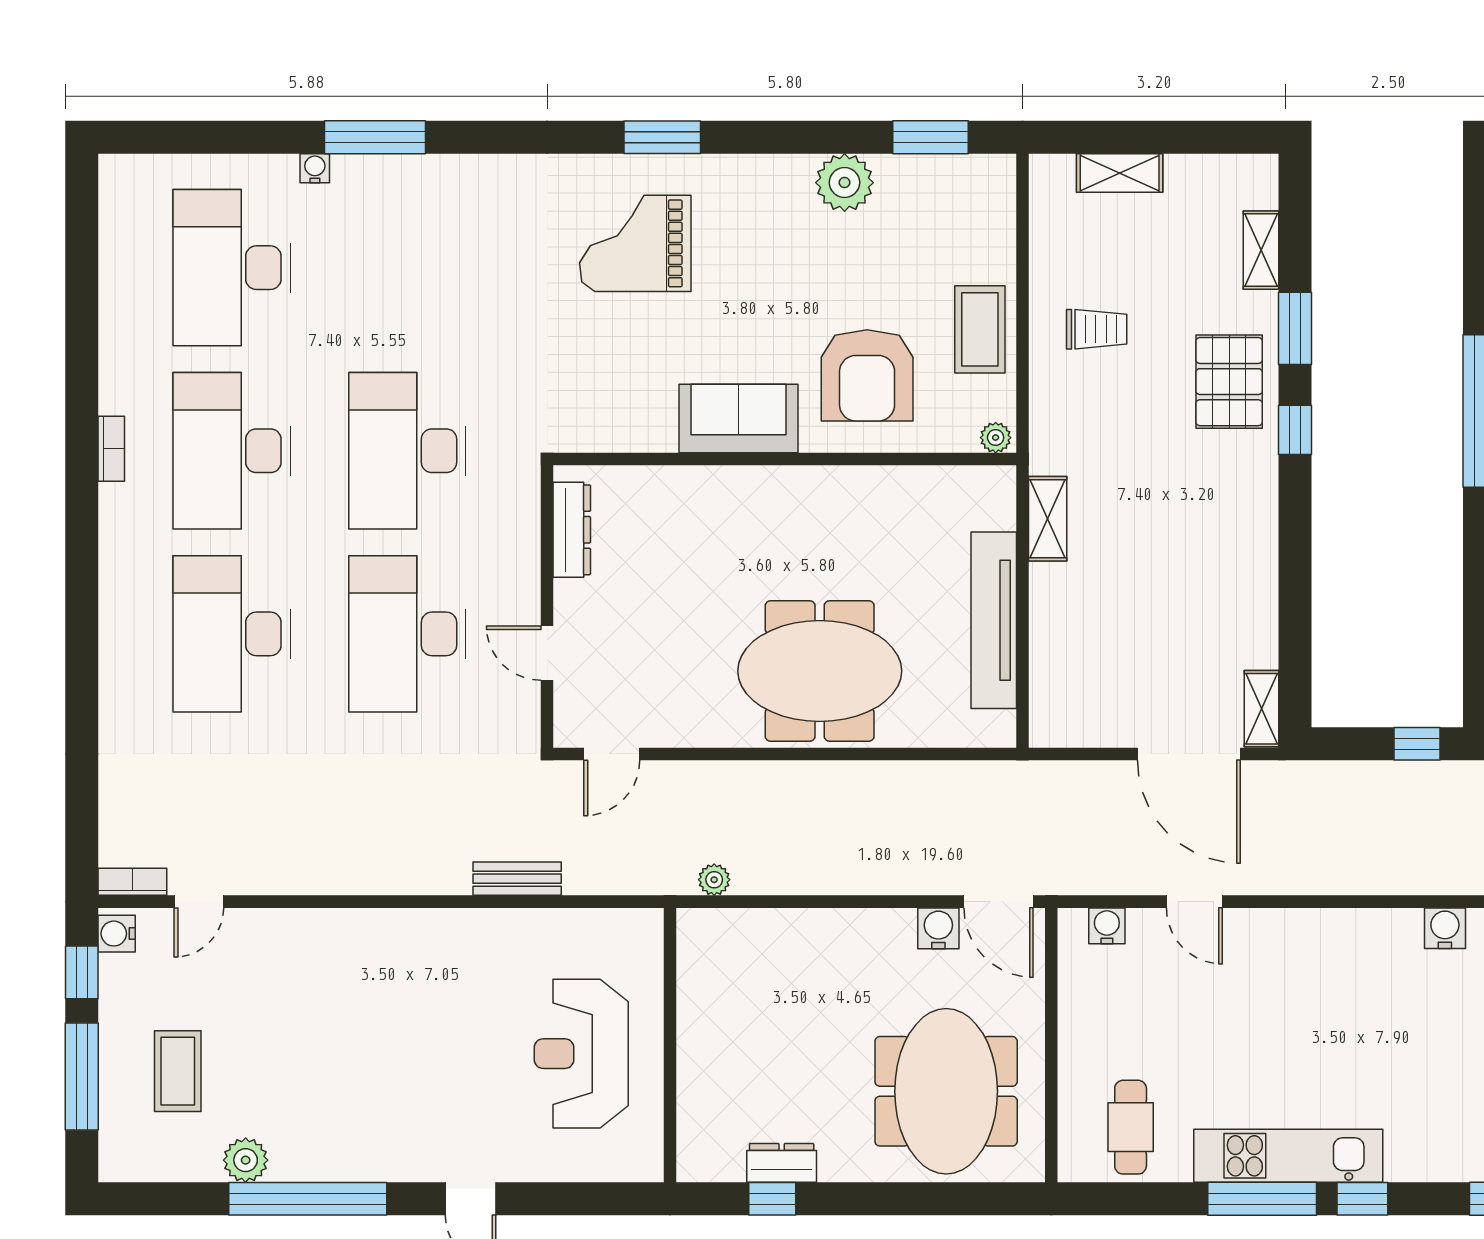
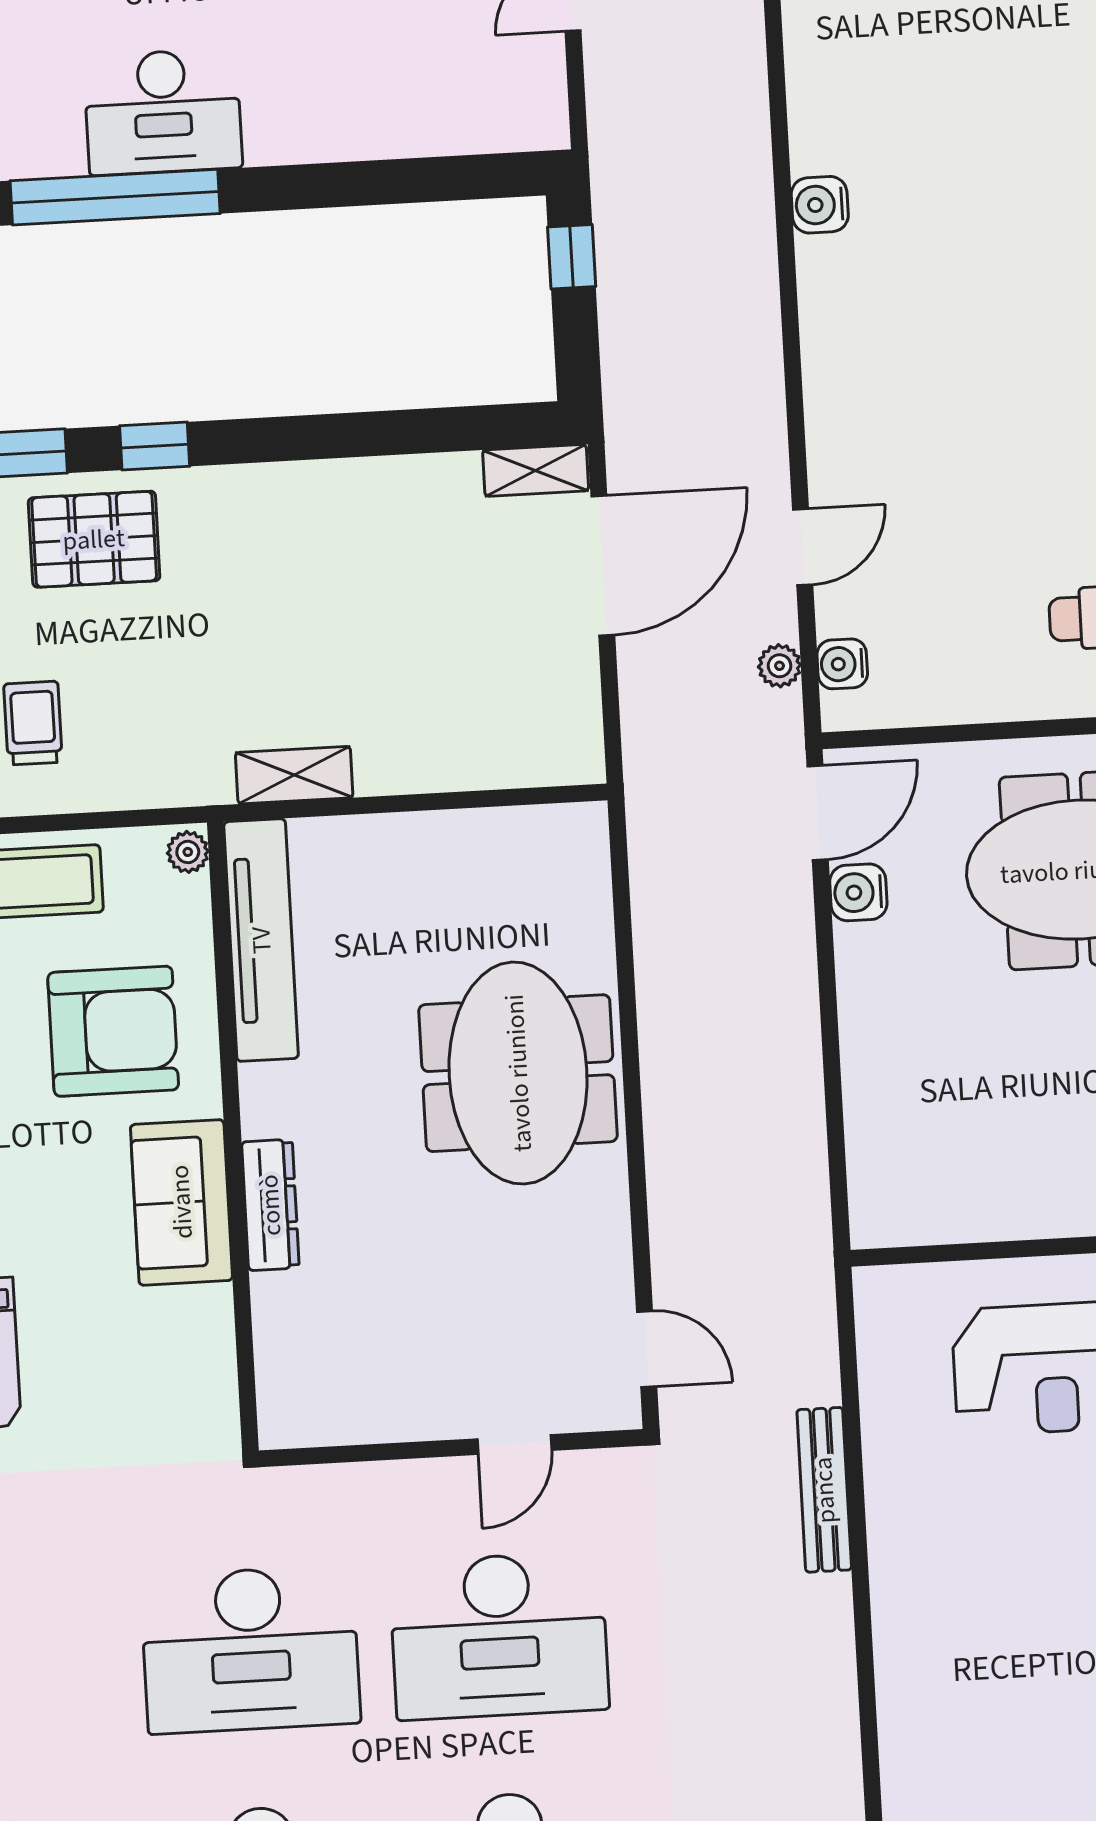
dresser: (572, 530) -> (270, 1205), moved, turned 90
tv unit: (994, 620) -> (261, 940), moved, turned -90
bench: (517, 879) -> (824, 1490), width x1.36
plant: (714, 880) -> (780, 666), moved

